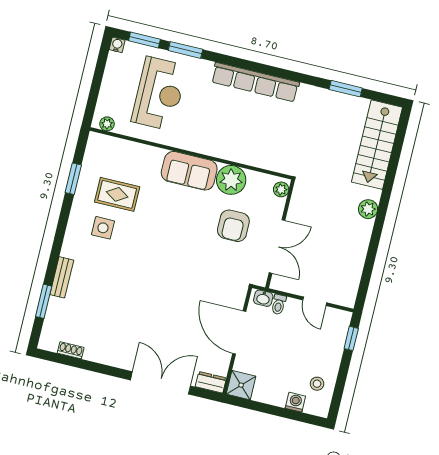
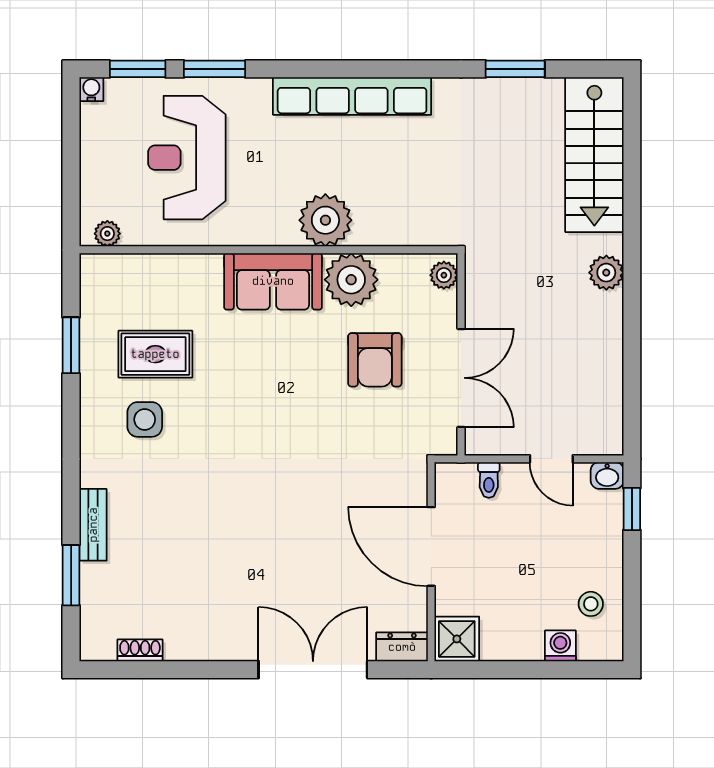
reception desk: (159, 94) -> (187, 158), turned 180
plant: (225, 145) -> (325, 220), added
washbasin: (263, 298) -> (607, 475), moved

